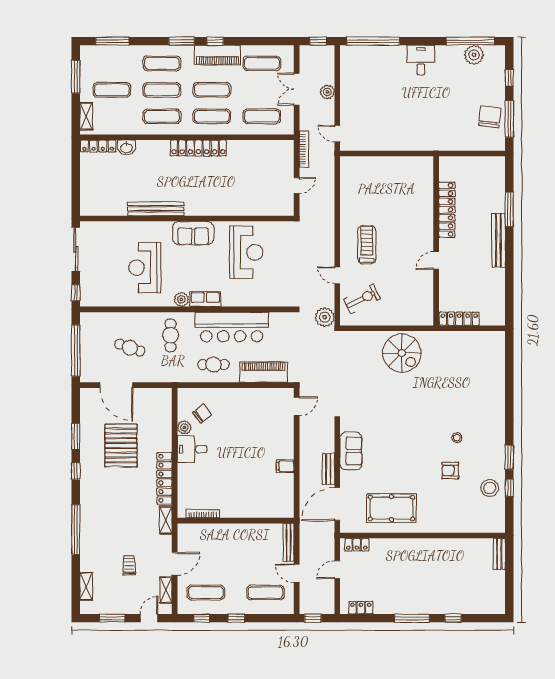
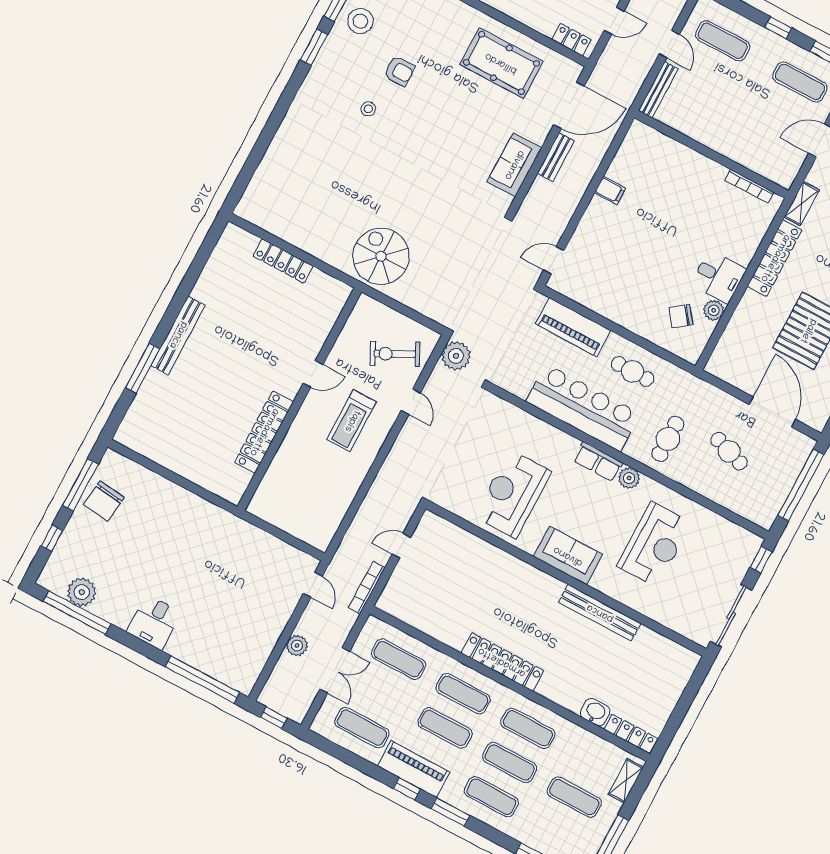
locker: (447, 210) -> (264, 432), moved
wall: (436, 241) -> (299, 399), moved
door: (436, 260) -> (313, 374), moved

